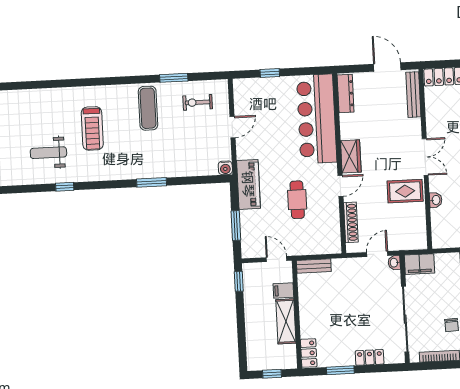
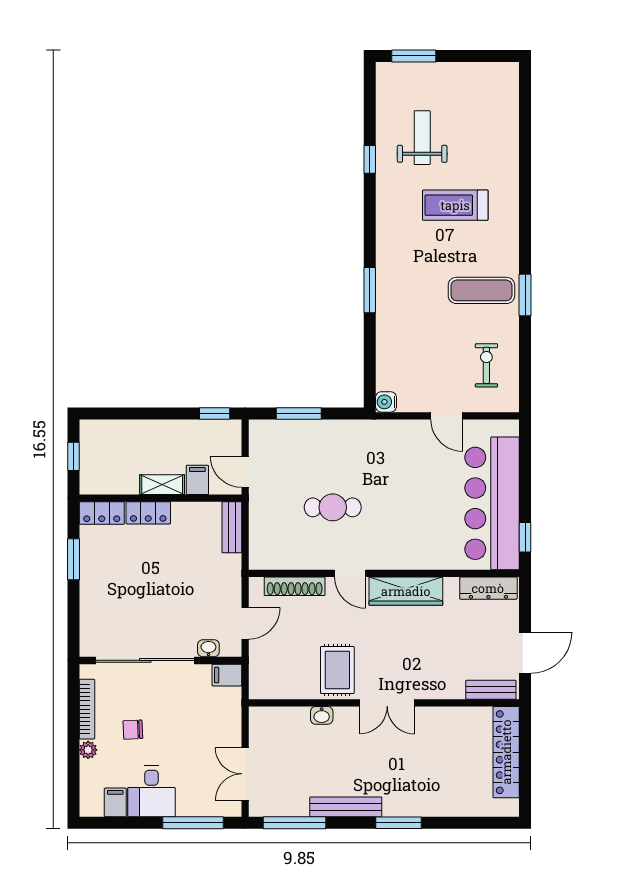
window: (270, 73) -> (525, 537), moved
window: (174, 78) -> (525, 295), moved
bench: (413, 95) -> (491, 690), width x0.73
bar counter: (317, 119) -> (492, 503), moved, turned -90
wardrobe: (351, 156) -> (406, 591), width x1.50
piano: (248, 184) -> (359, 435), removed
door: (377, 254) -> (245, 623), hinge flipped
door: (277, 259) -> (245, 472), swing flipped
washbasin: (394, 263) -> (208, 648), moved
filing cabinet: (419, 264) -> (227, 675), width x0.50
shelving: (286, 321) -> (162, 485), width x0.67, depth x0.75
locker: (370, 357) -> (148, 513), moved, turned 90

